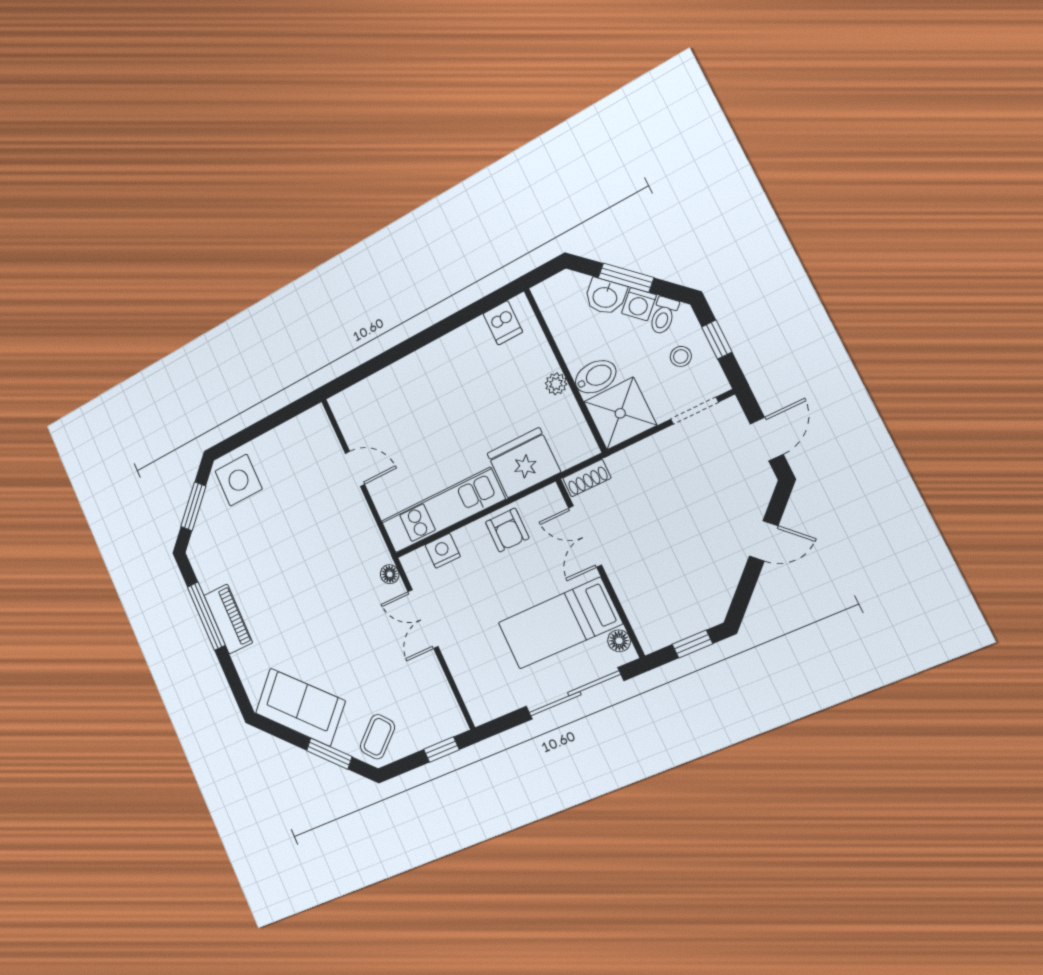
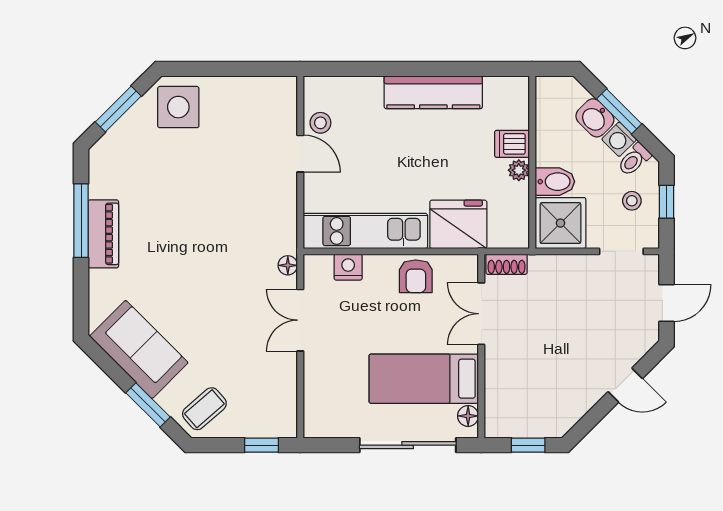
dishwasher: (503, 323) -> (512, 144), moved, turned 90
kitchen counter: (444, 353) -> (433, 92), added
stool: (359, 433) -> (320, 123), added

